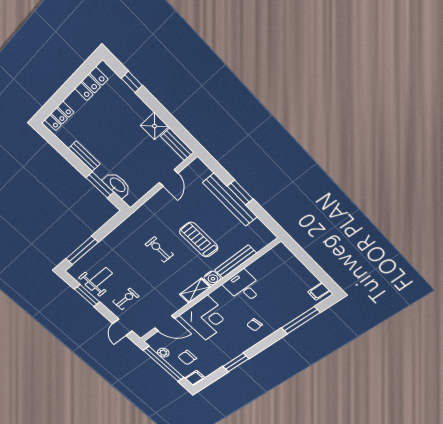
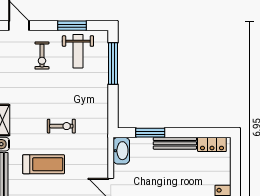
locker: (59, 116) -> (212, 144), moved, turned -90
bench: (84, 156) -> (175, 143), width x1.36
washbasin: (117, 185) -> (121, 151), moved, turned -90

